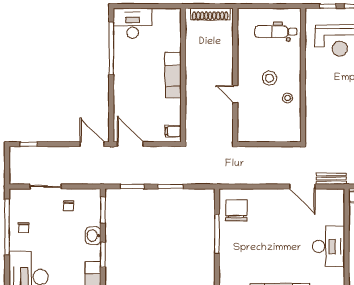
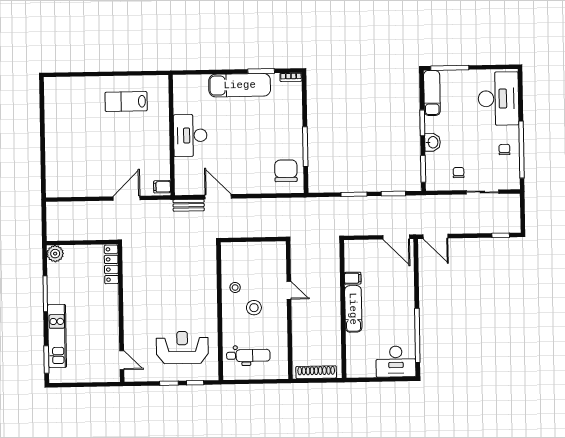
filing cabinet: (173, 131) -> (353, 278), moved
chair: (236, 210) -> (286, 171), turned 180

